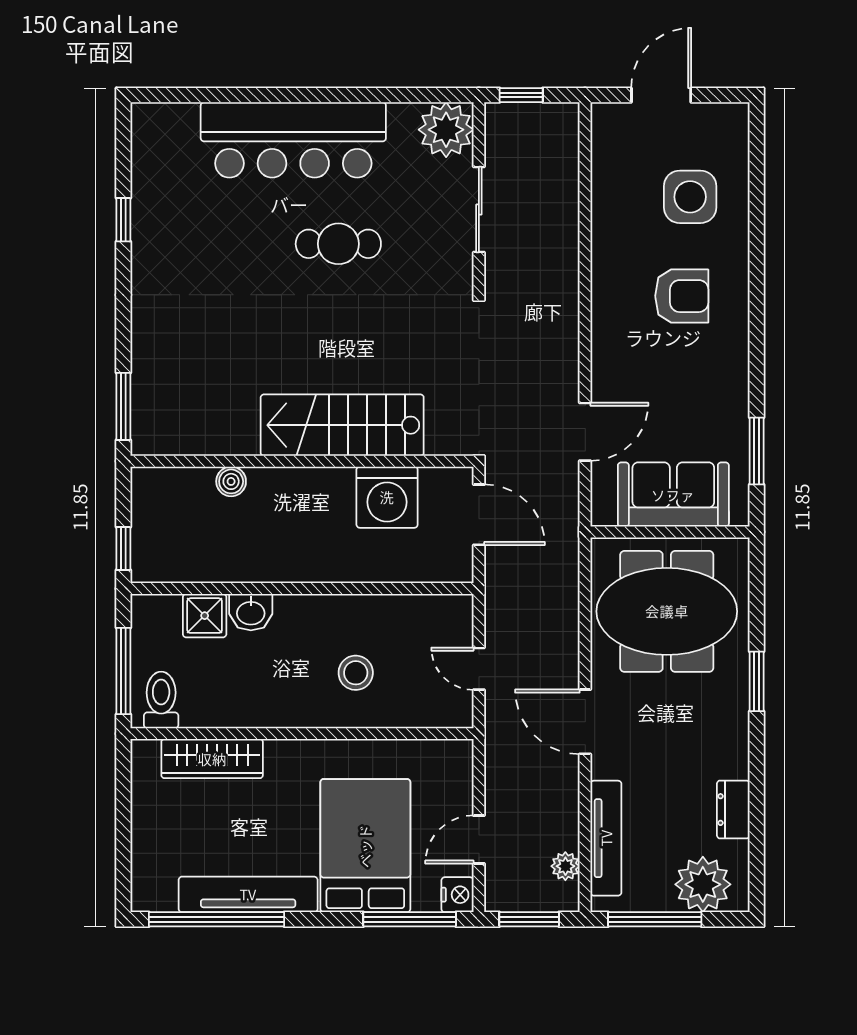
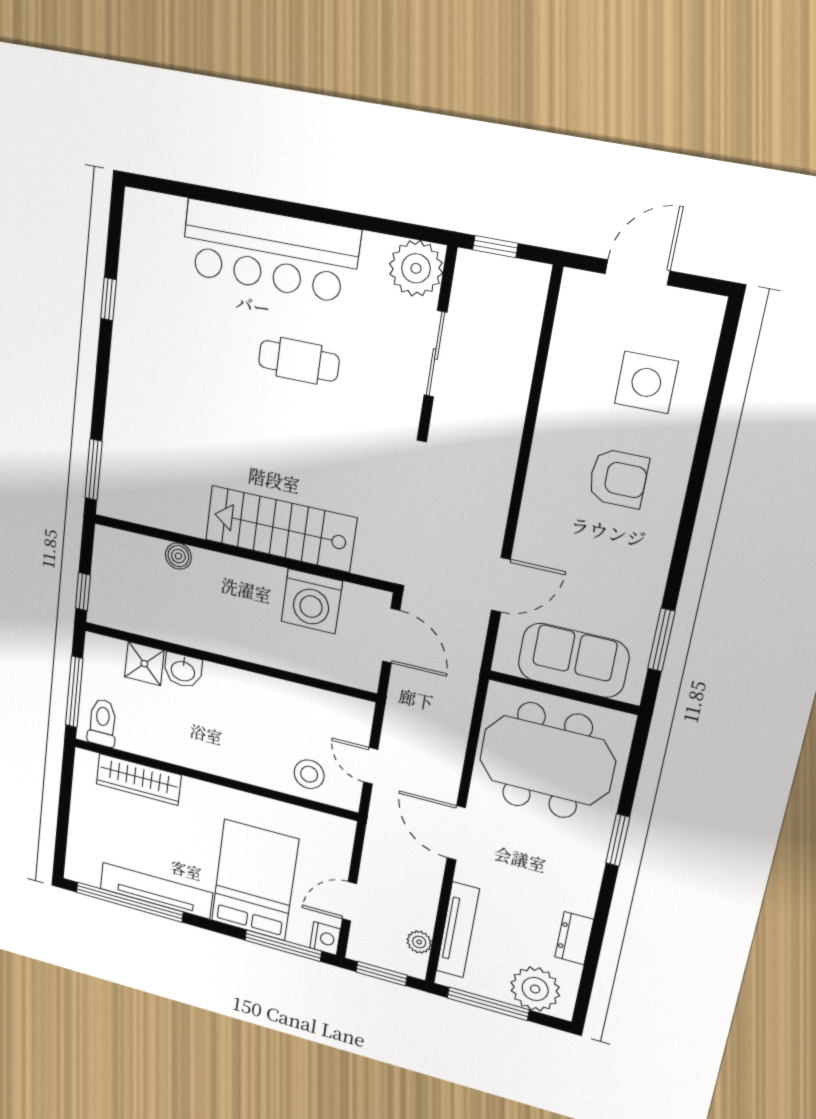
stool: (356, 673) -> (309, 774), moved

